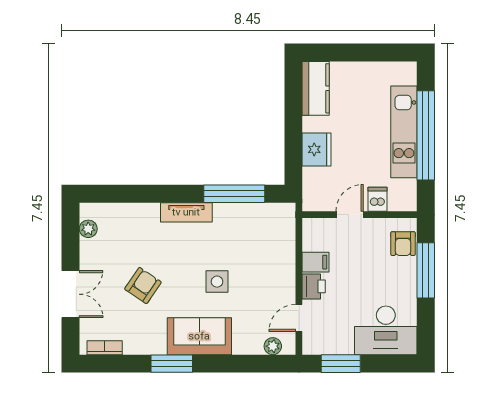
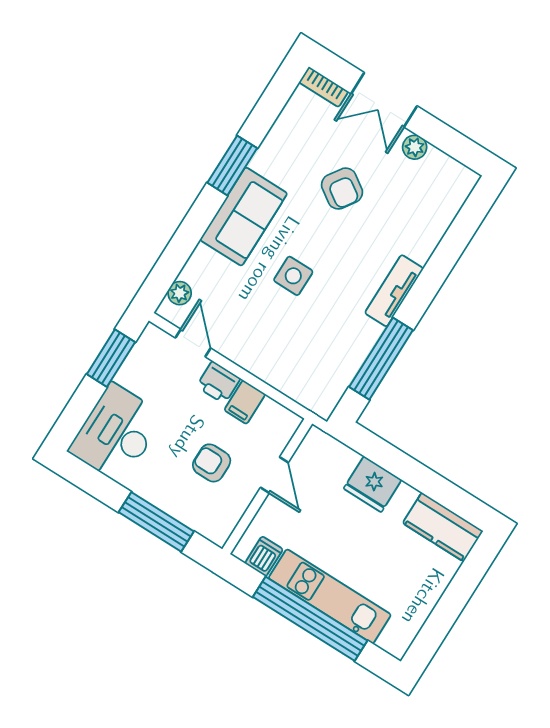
dishwasher: (377, 199) -> (264, 556), moved, turned -90
plant: (88, 229) -> (415, 147), moved
armchair: (403, 244) -> (212, 463), moved
bookcase: (105, 348) -> (324, 87), moved, turned 90

